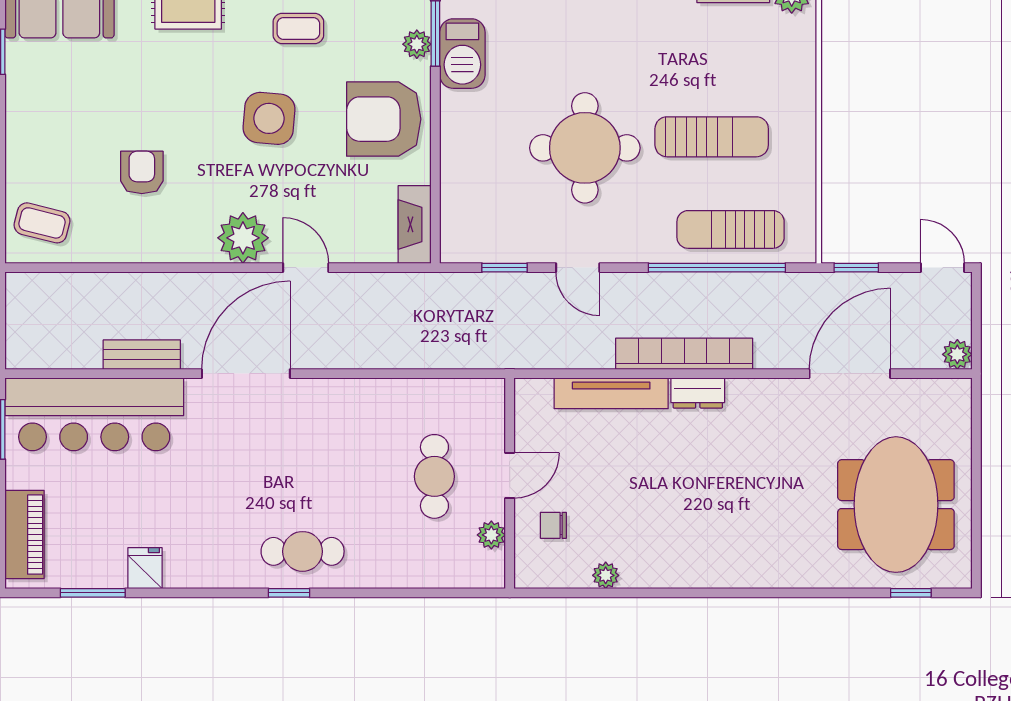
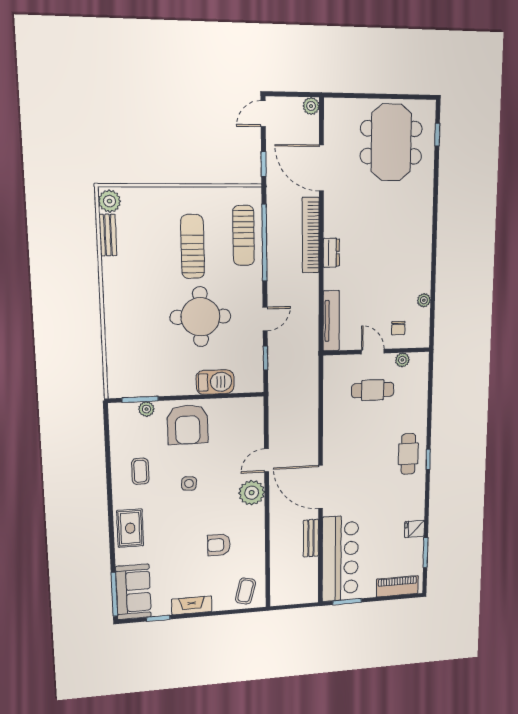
barbecue: (462, 54) -> (215, 382), moved
side table: (269, 118) -> (189, 483), width x0.54, depth x0.54
fireplace: (415, 224) -> (192, 605), moved, turned 180
bookcase: (684, 354) -> (311, 235), moved
tv unit: (611, 393) -> (331, 321), moved
meeting table: (896, 505) -> (391, 142), turned 90

